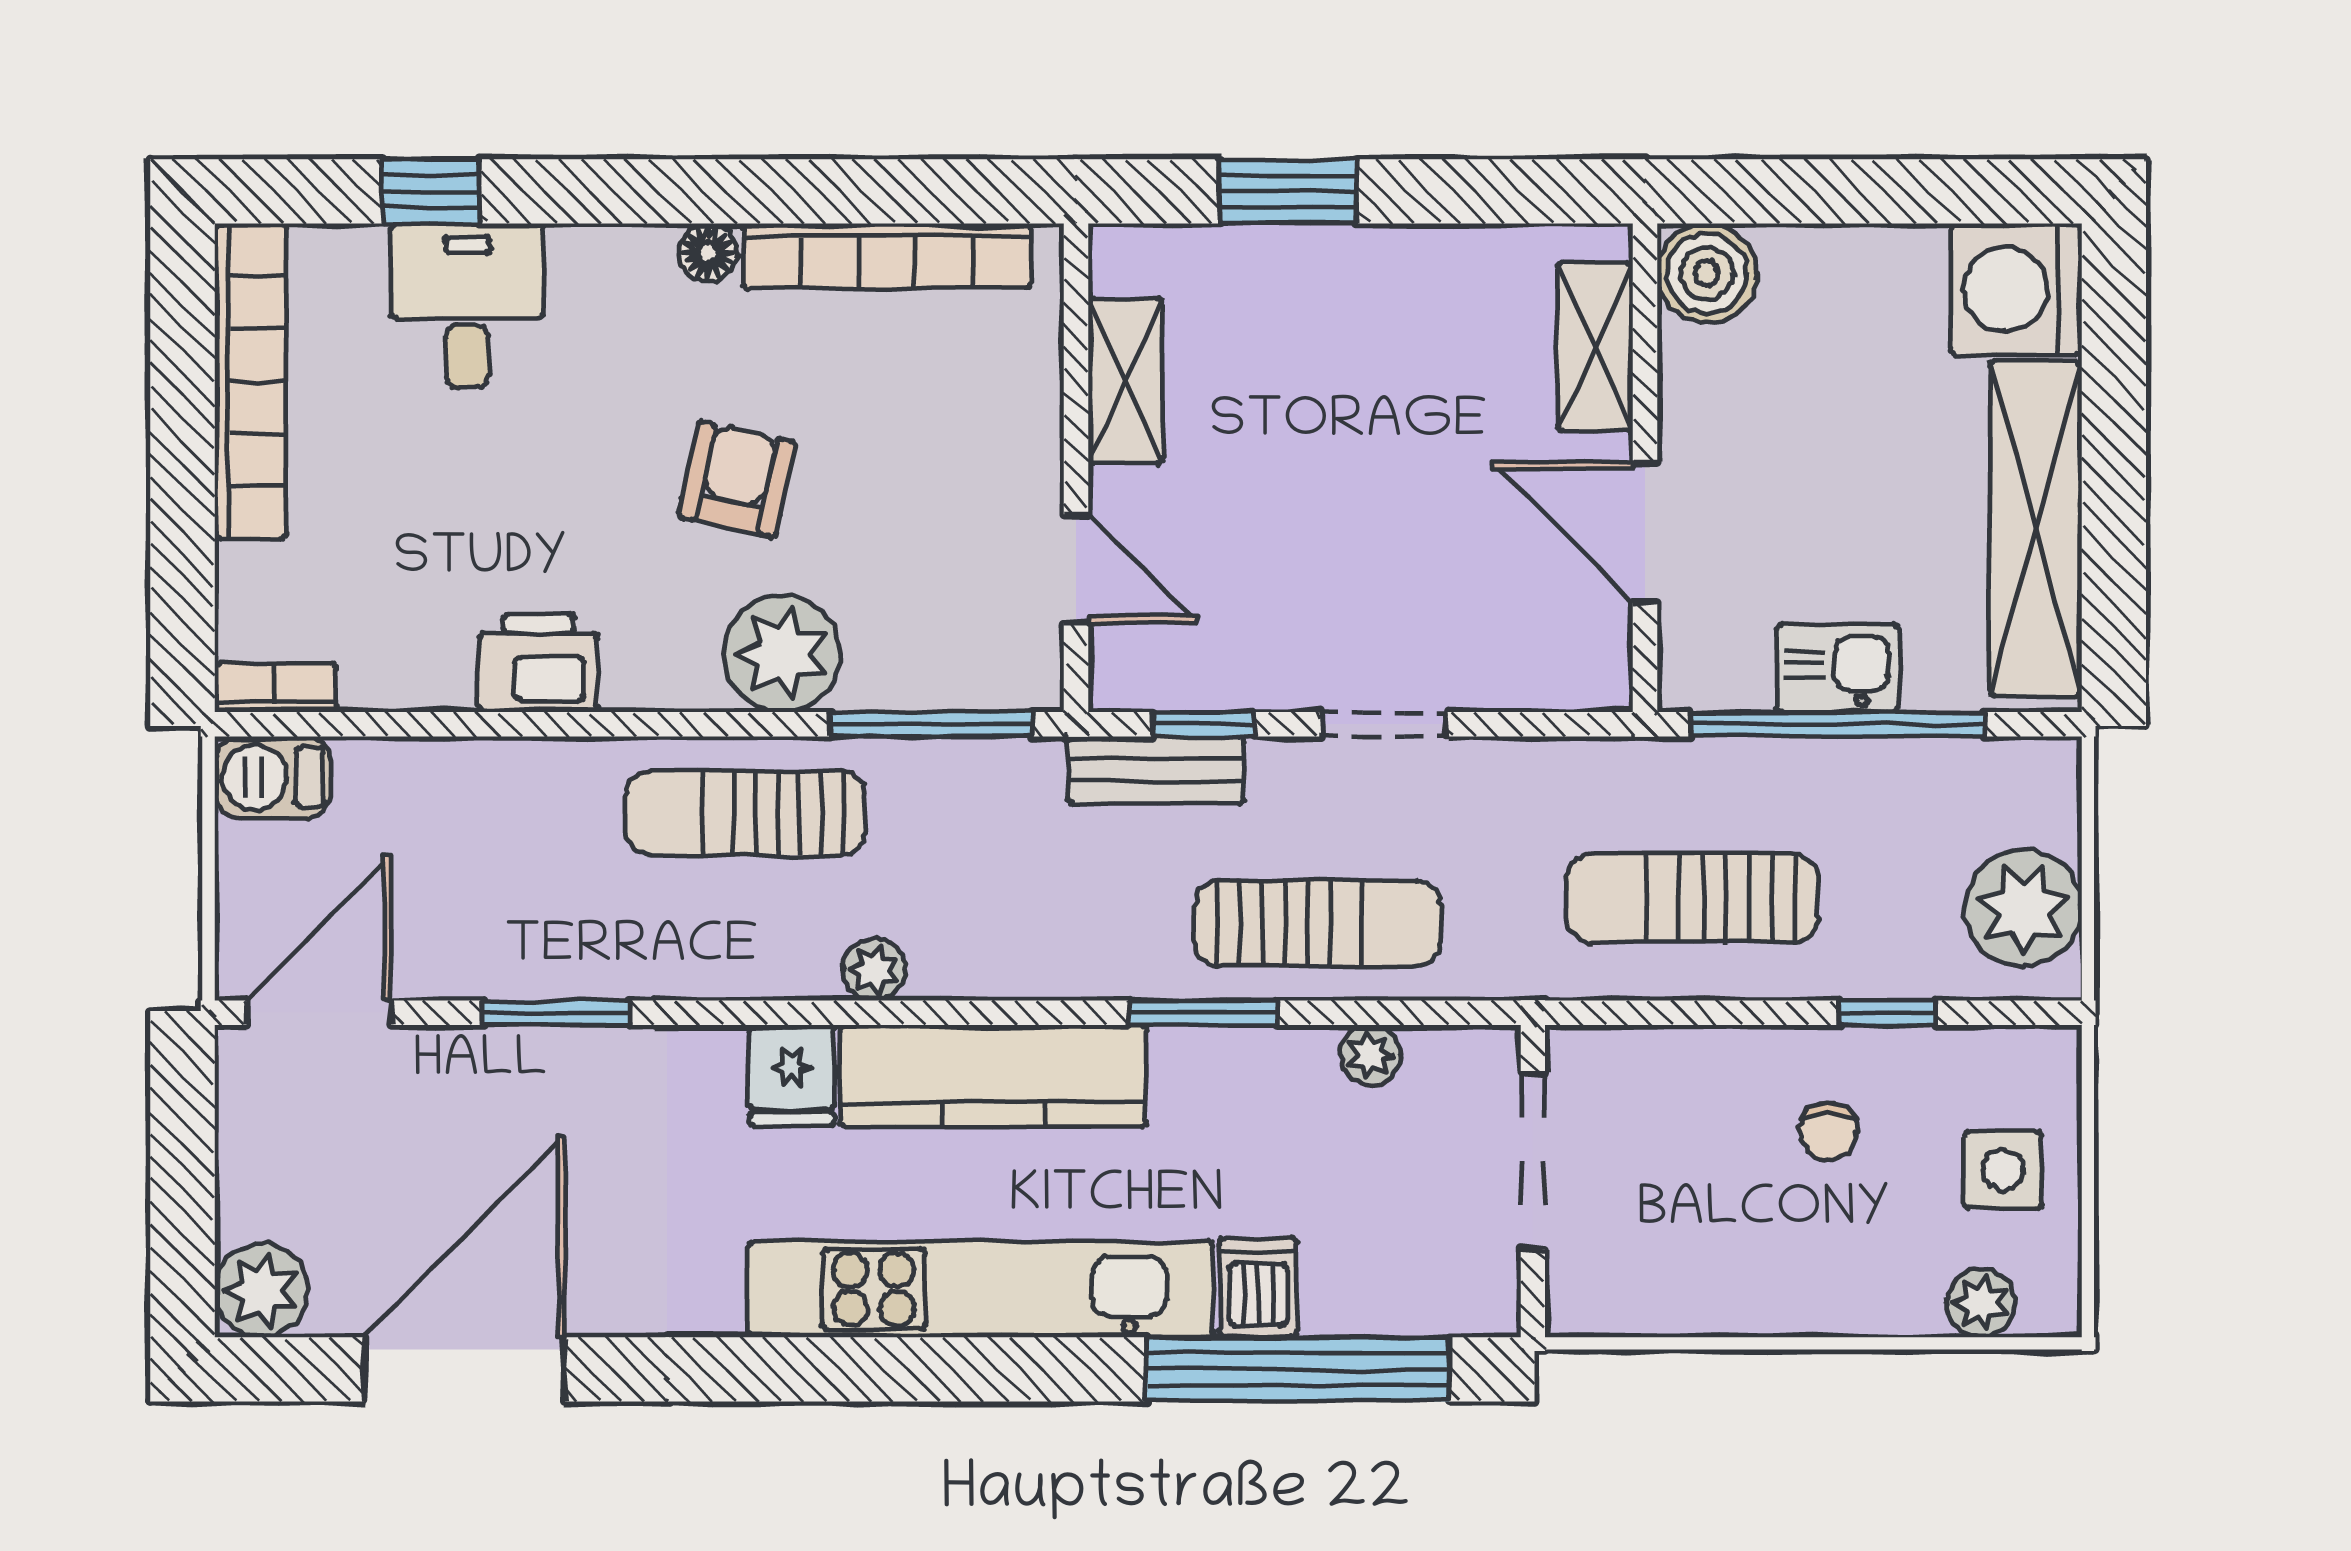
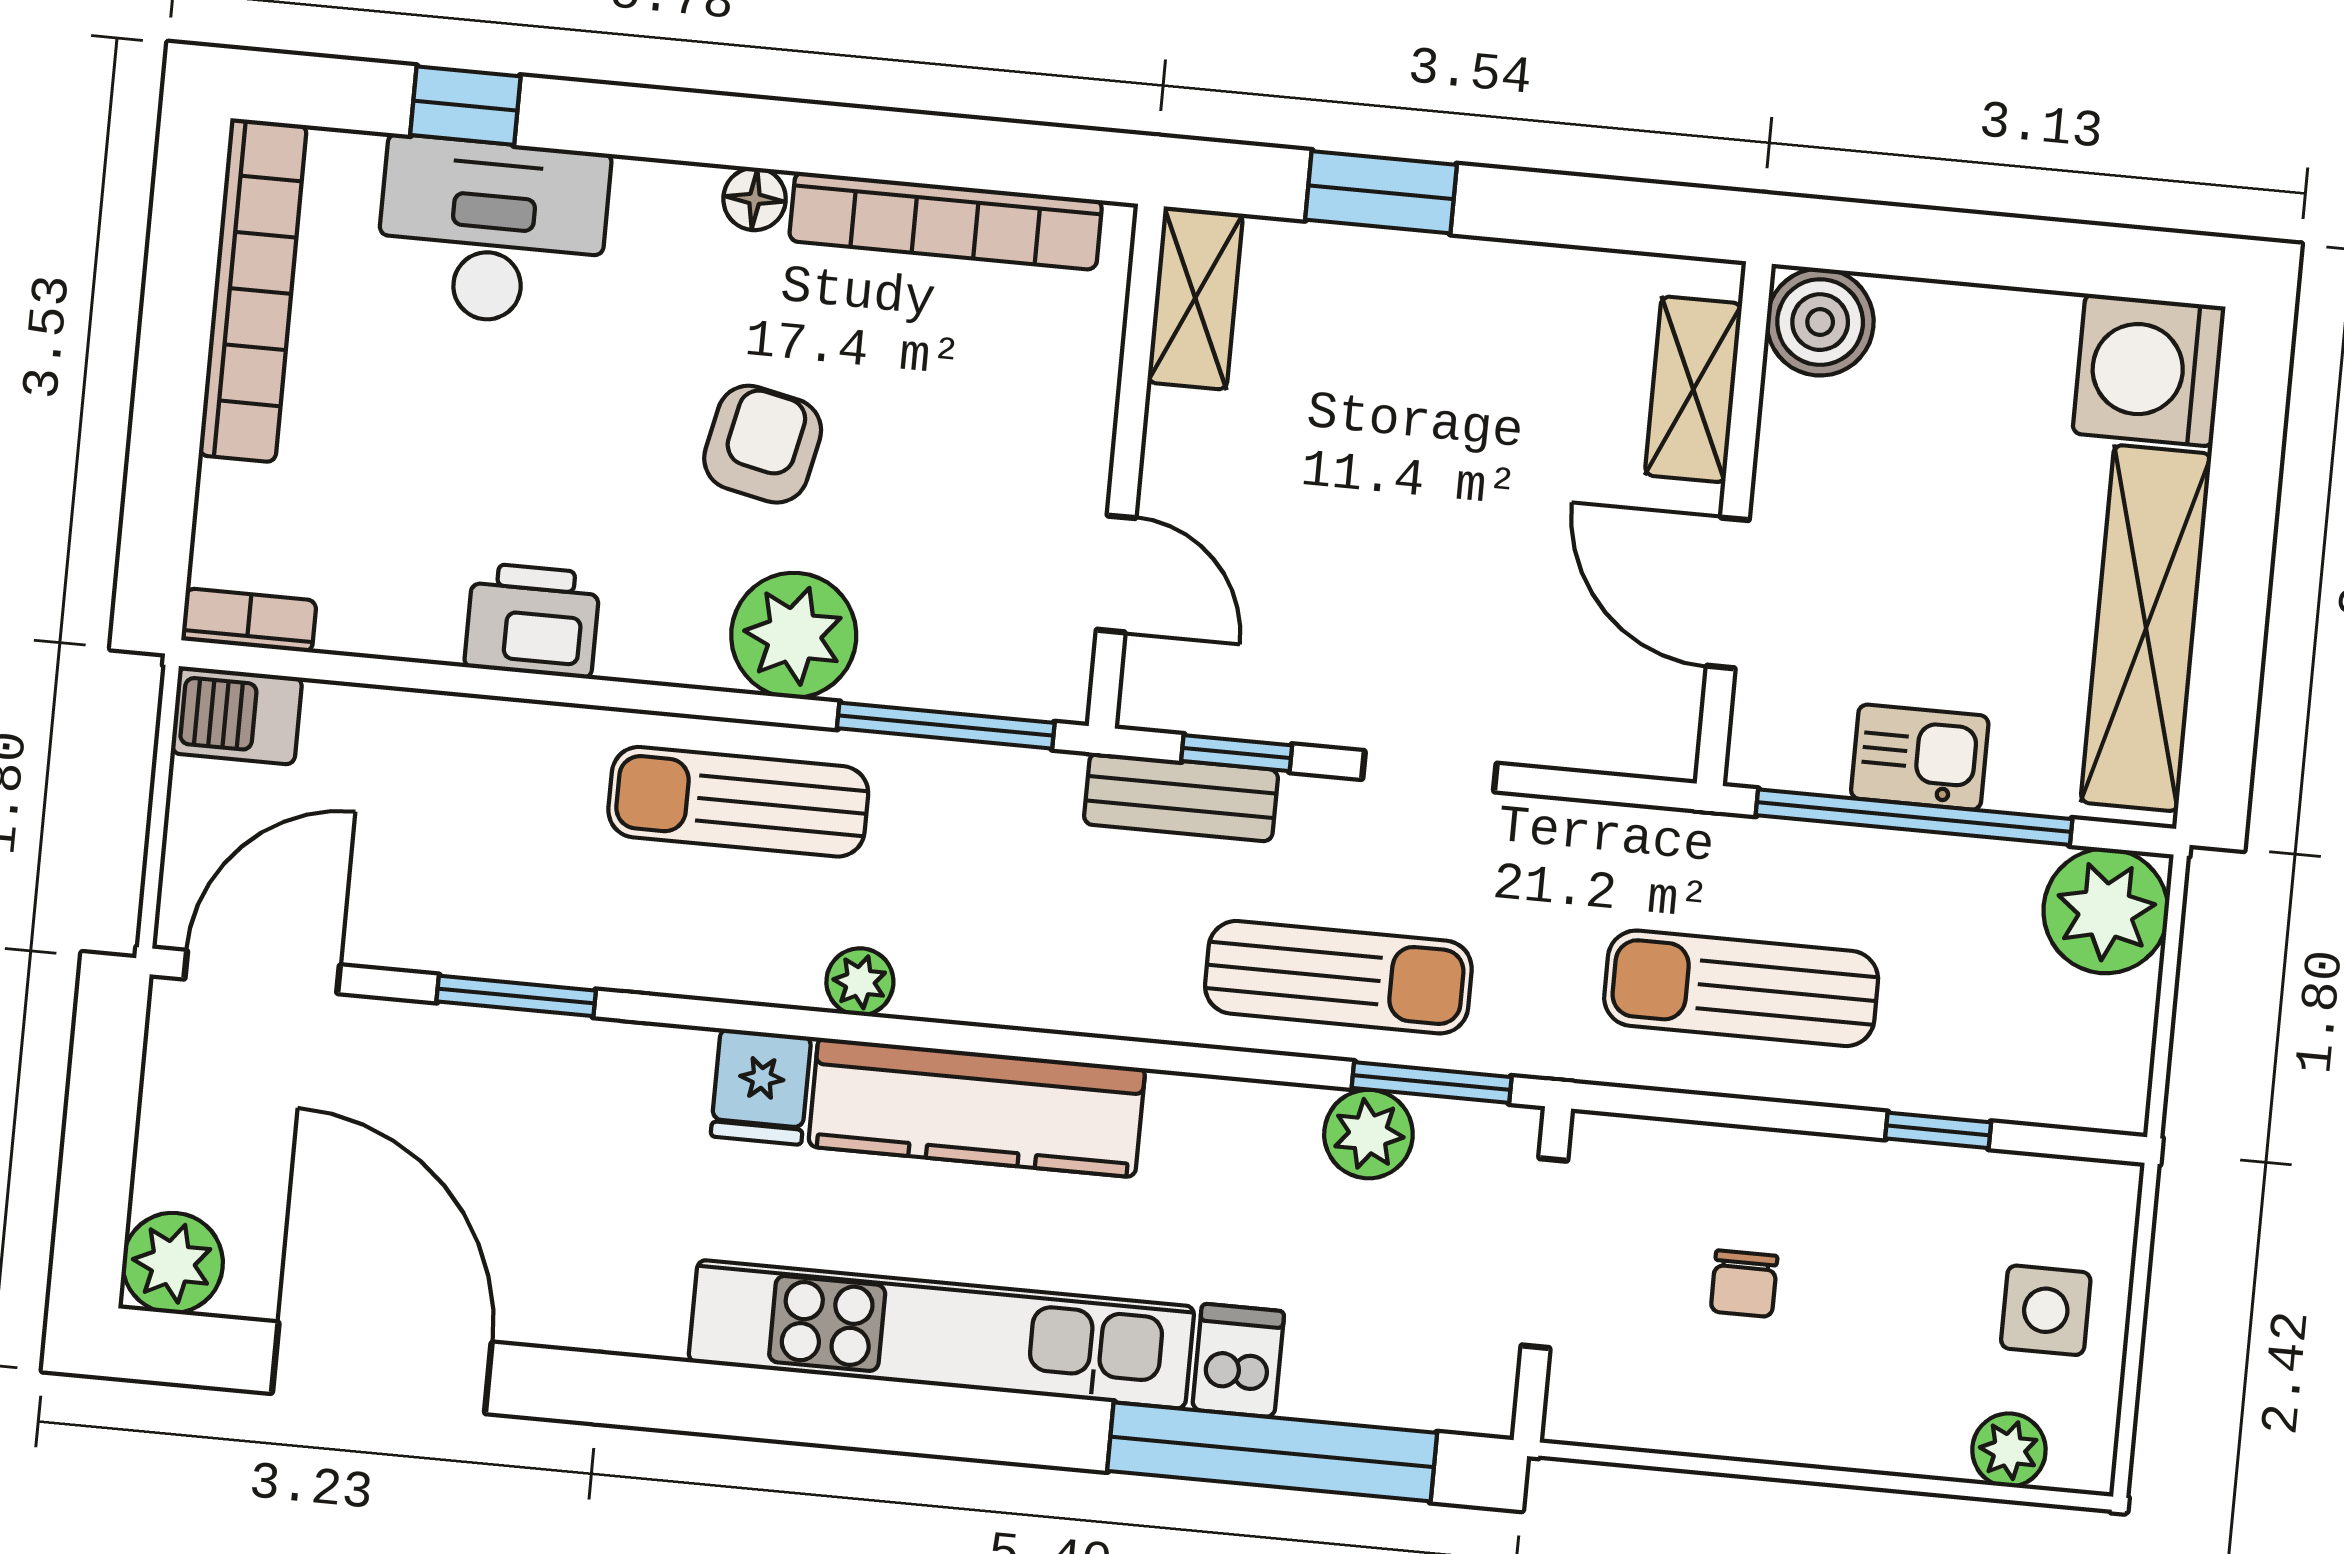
desk: (467, 306) -> (492, 231), width x1.37
shelving: (1125, 381) -> (1195, 298), moved
plant: (2024, 908) -> (2106, 911), moved
window: (1203, 1013) -> (1432, 1083), moved
plant: (1370, 1055) -> (1368, 1134), width x1.38, depth x1.38
chair: (1829, 1132) -> (1744, 1284), moved
door: (464, 1369) -> (382, 1368), hinge flipped

